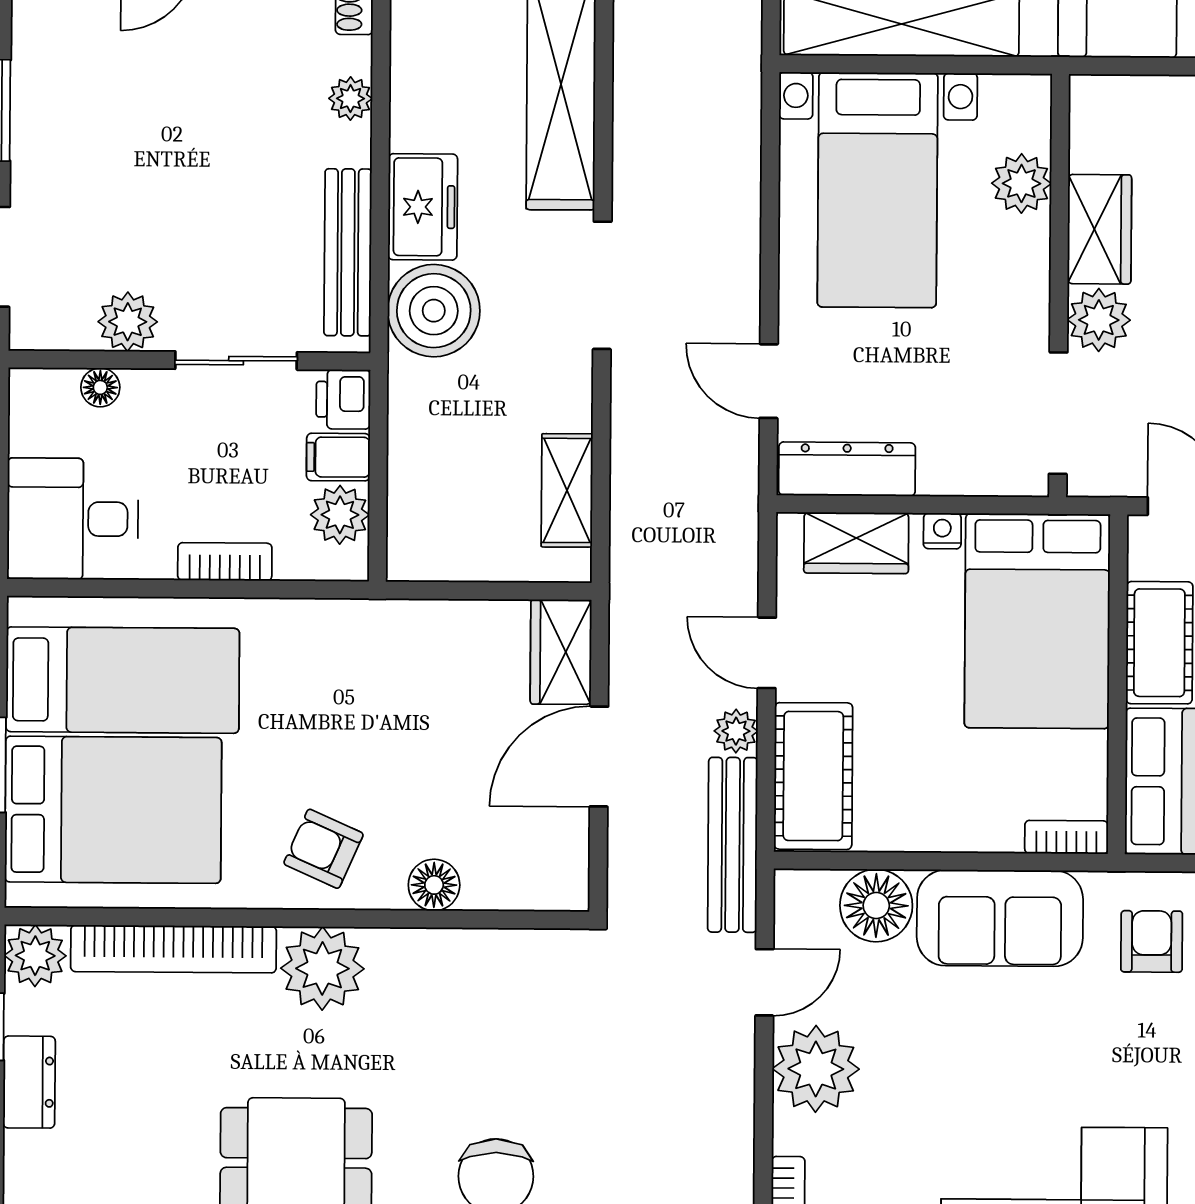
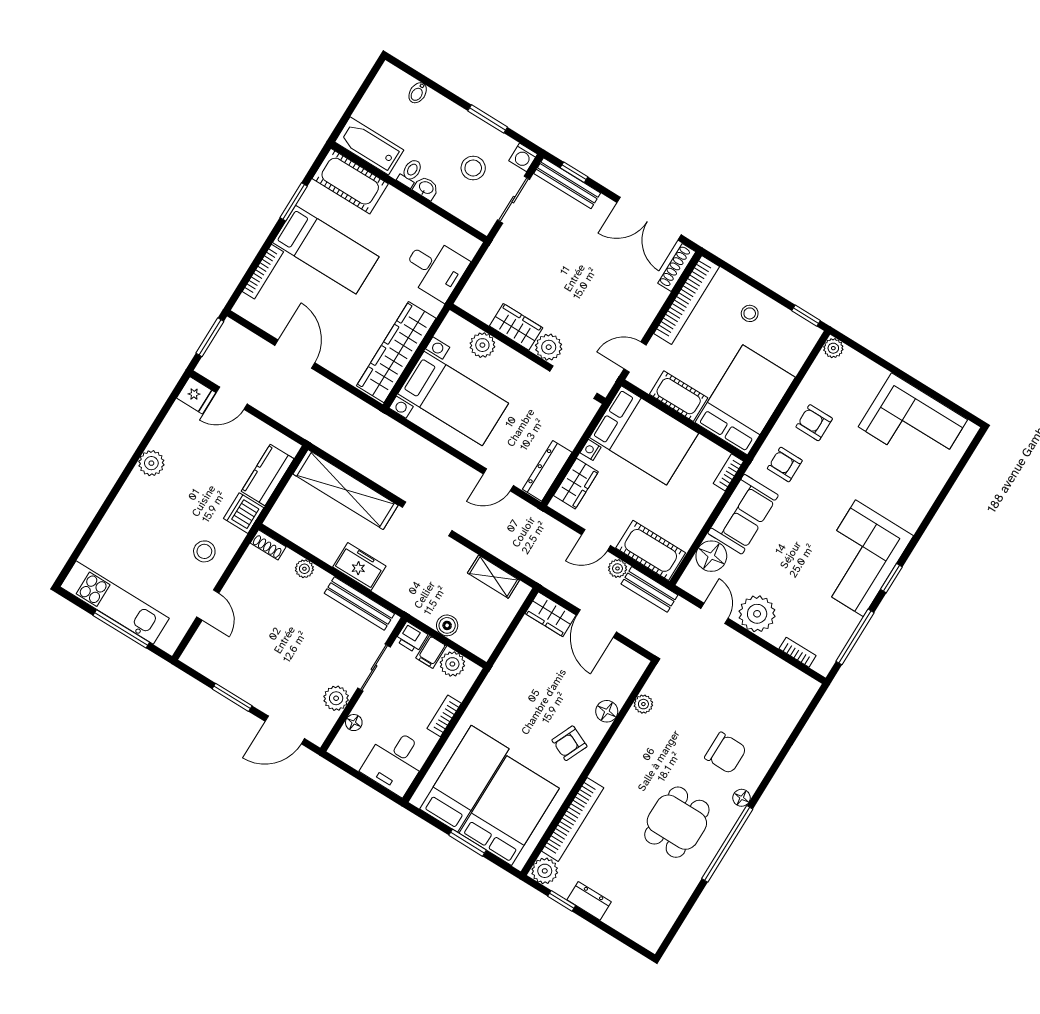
boiler: (434, 311) -> (447, 625), moved, width x0.54, depth x0.54
bench: (733, 845) -> (649, 589), width x0.73
plant: (322, 968) -> (643, 704), moved, width x0.53, depth x0.53

